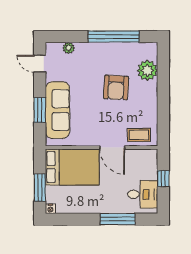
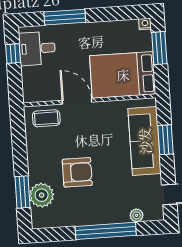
window: (114, 37) -> (106, 231), moved
window: (163, 74) -> (22, 192), added
armchair: (116, 88) -> (77, 172), turned 87
window: (163, 179) -> (13, 54), moved

